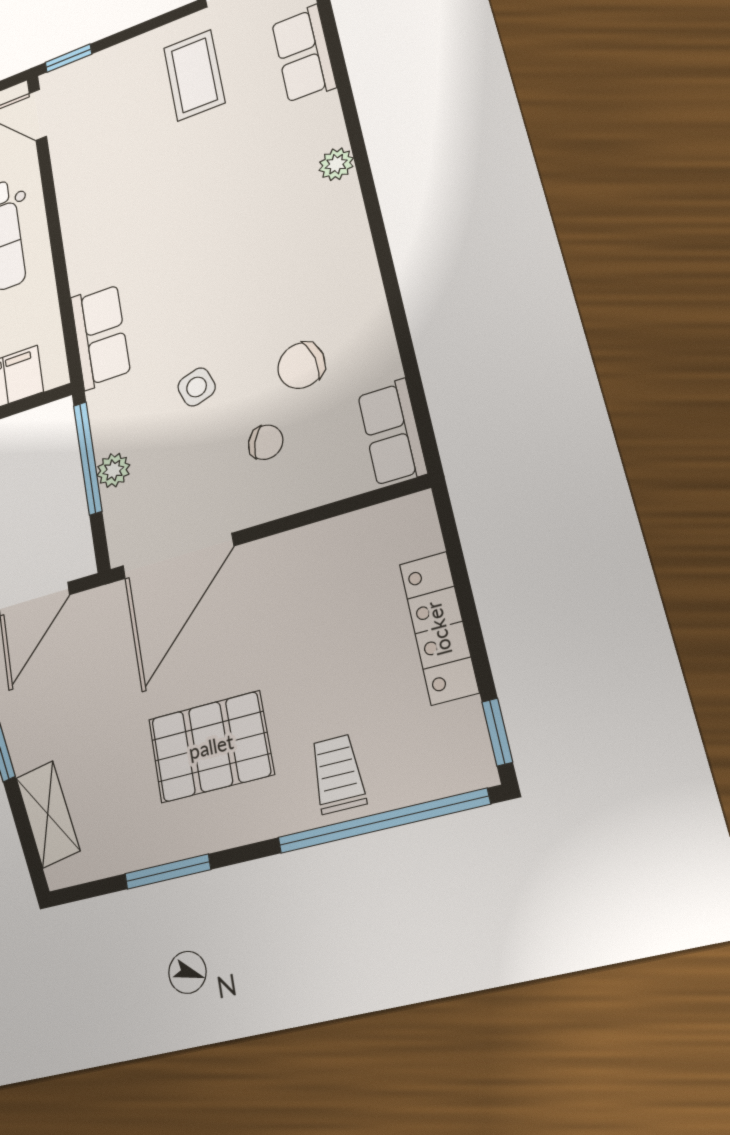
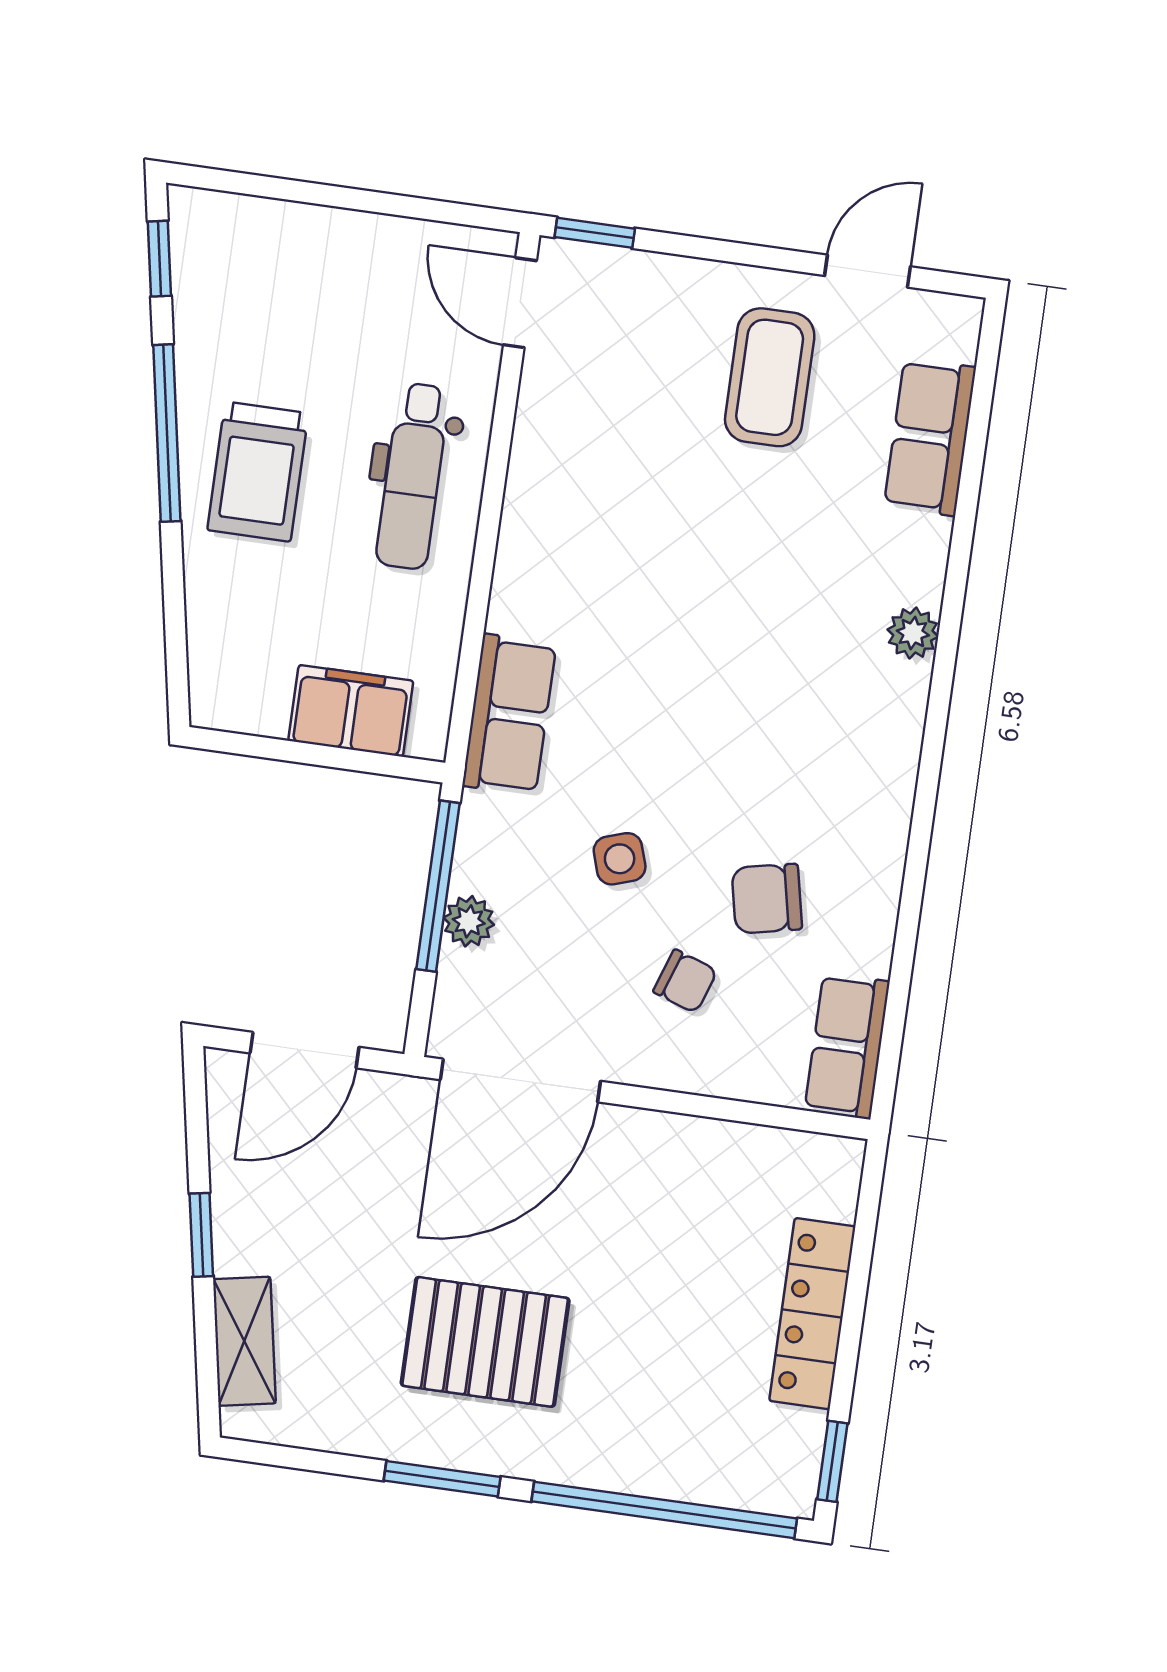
trolley: (338, 774) -> (631, 1436), removed
window: (168, 872) -> (442, 1479), moved

